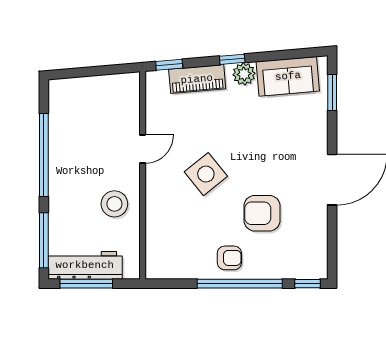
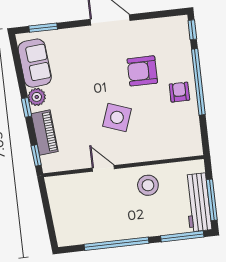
side table: (206, 174) -> (117, 117), turned -31
armchair: (262, 213) -> (142, 71), turned 90

